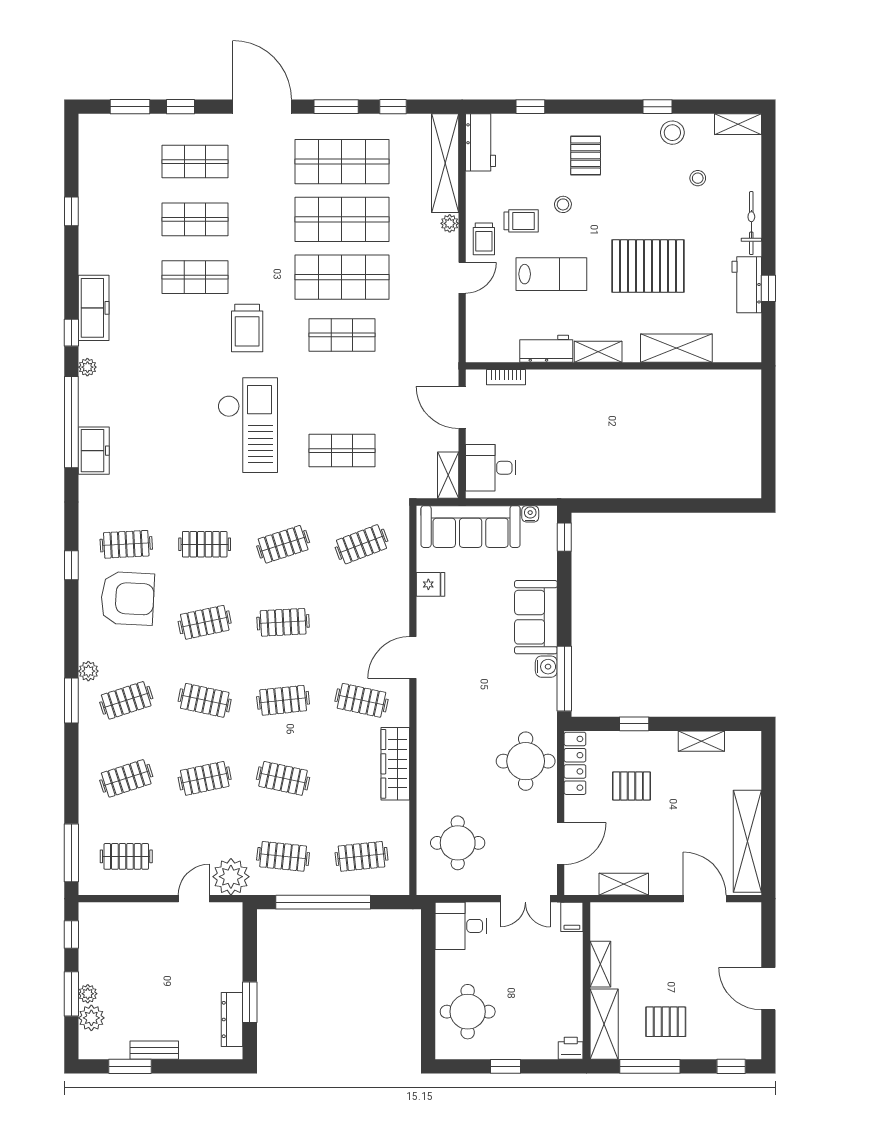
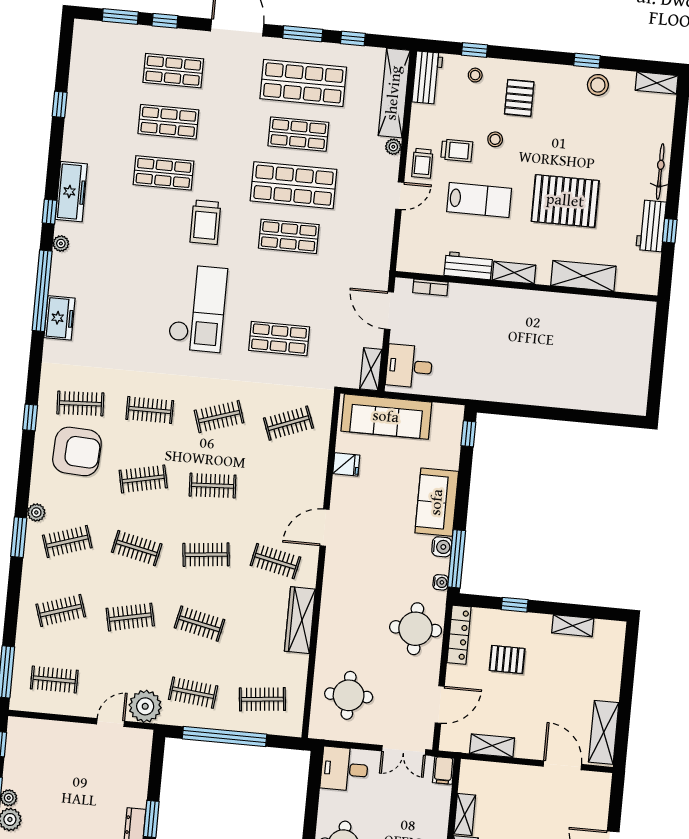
stool: (698, 178) -> (475, 75), moved
shop shelf: (342, 219) -> (298, 134), width x0.70, depth x0.74
water cooler: (530, 514) -> (441, 582), moved, turned 90
shelving: (747, 841) -> (604, 732), width x0.68

